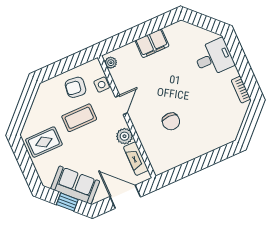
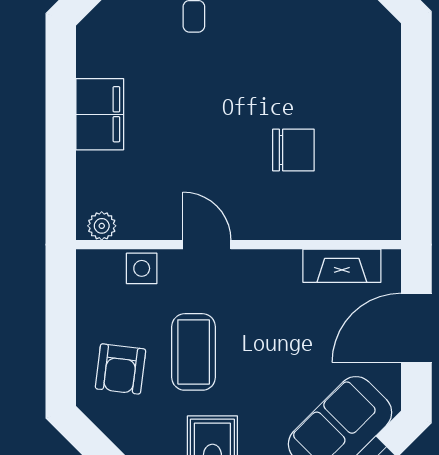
armchair: (76, 87) -> (120, 369), moved
plant: (124, 136) -> (280, 269), removed

